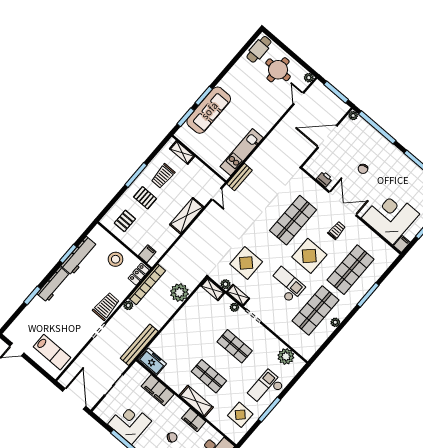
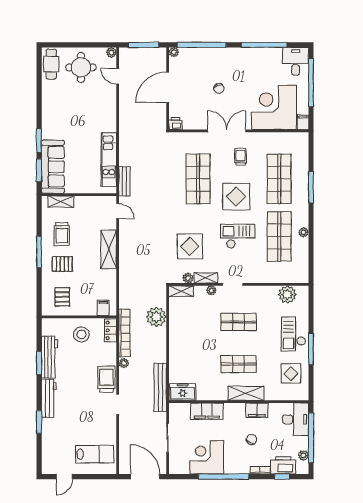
sofa: (209, 110) -> (53, 167), moved
printer: (324, 179) -> (175, 124), moved

